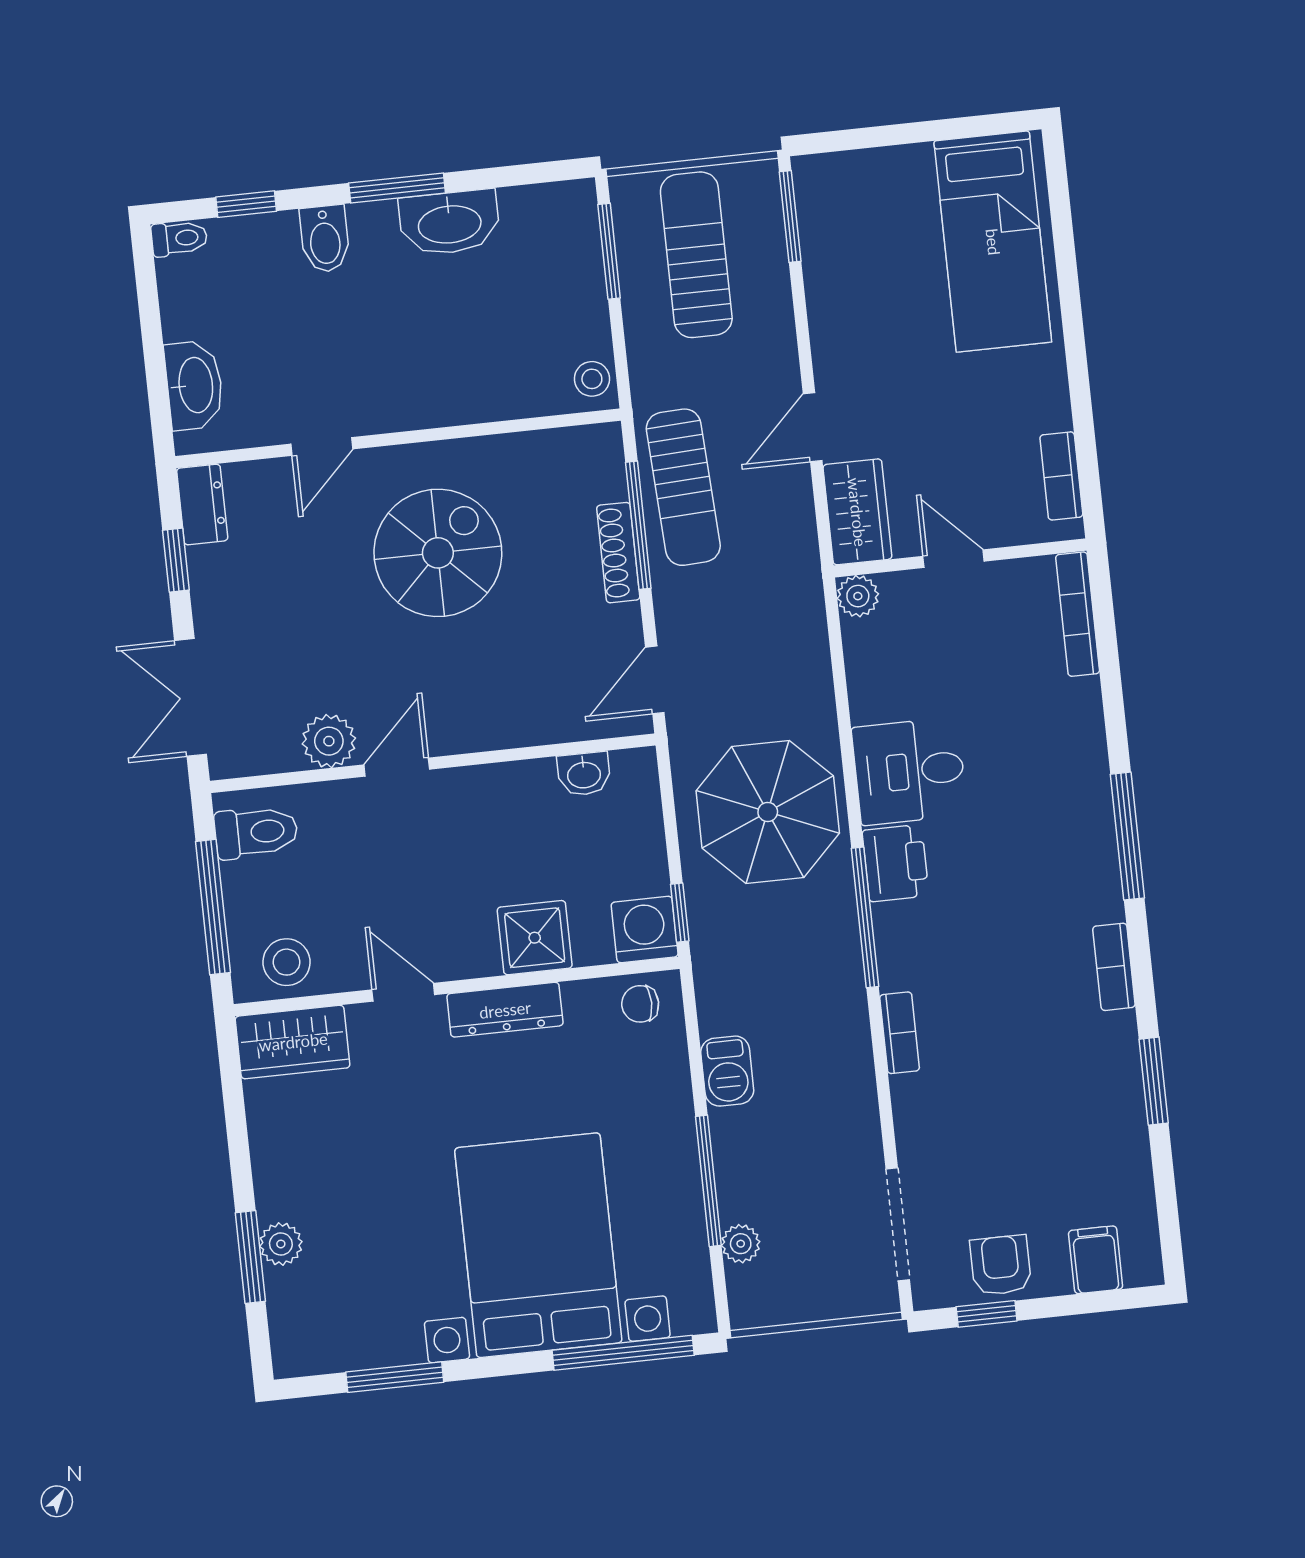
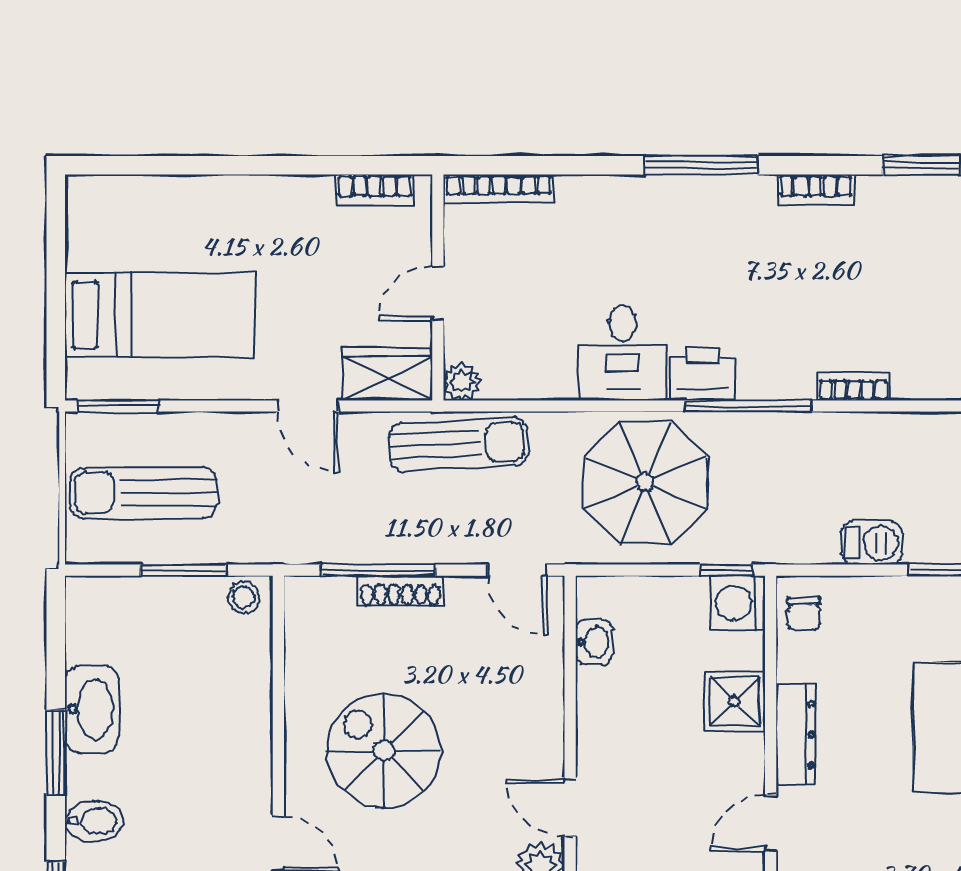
bed: (993, 242) -> (160, 315), moved
window: (609, 251) -> (183, 570), moved
sun lounger: (683, 487) -> (459, 445), moved

